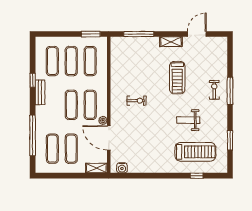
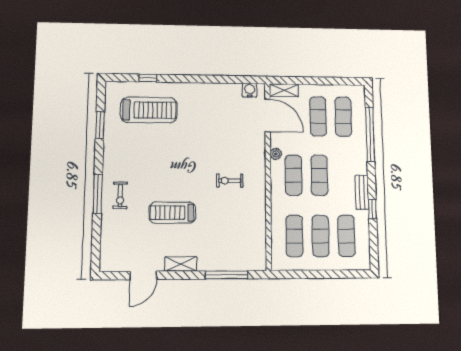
window: (91, 34) -> (294, 274), removed
treadmill: (177, 78) -> (172, 213), turned -90
weight bench: (188, 120) -> (158, 153), removed
door: (109, 138) -> (268, 115), moved
treadmill: (195, 152) -> (149, 110), turned 180

